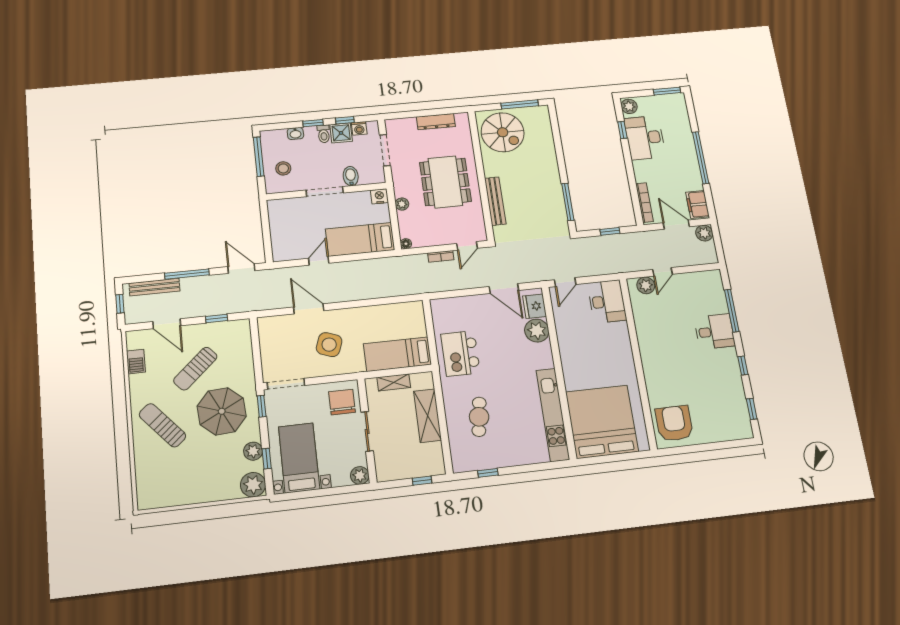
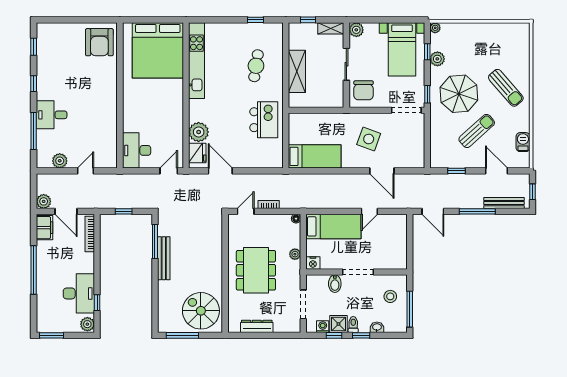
bench: (495, 201) -> (164, 258), moved
plant: (646, 285) -> (60, 161), moved
bed: (397, 354) -> (315, 156), moved
shelving: (394, 382) -> (331, 28), moved
plant: (253, 485) -> (435, 28), width x0.53, depth x0.53

